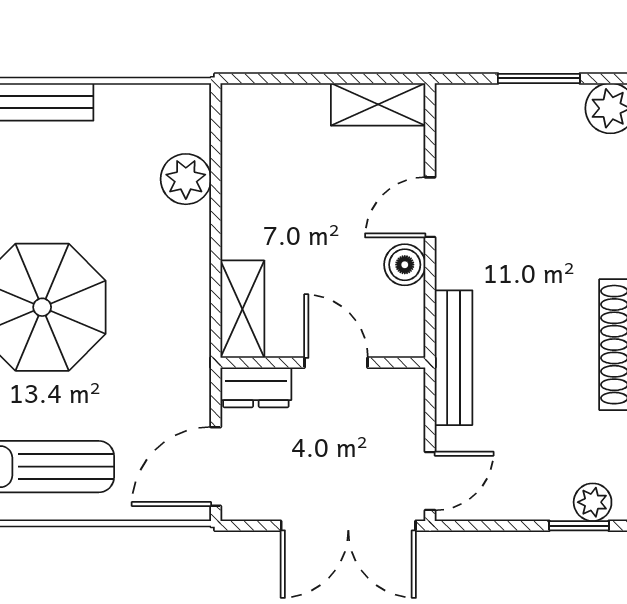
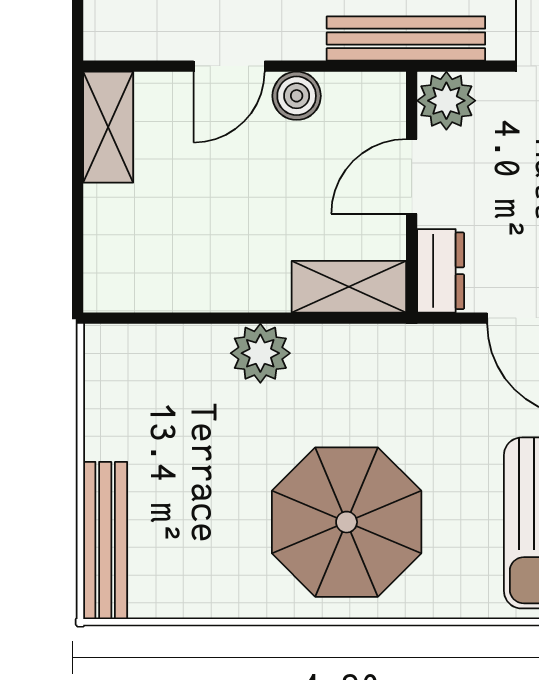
plant: (186, 179) -> (260, 353), moved
door: (430, 207) -> (229, 66), hinge flipped
plant: (401, 392) -> (446, 101), added

